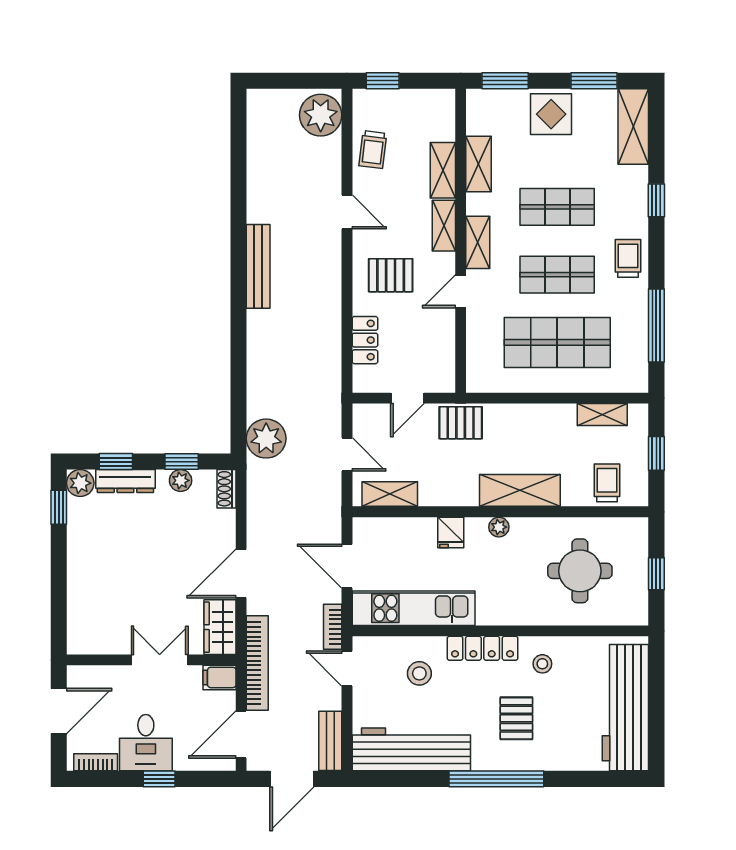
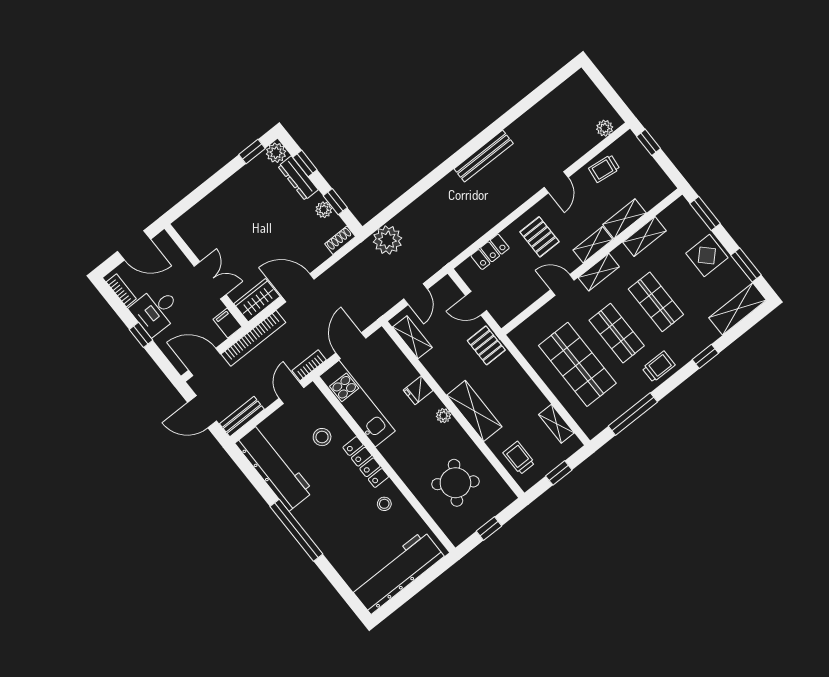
plant: (321, 115) -> (605, 128), width x0.53, depth x0.53
trolley: (607, 483) -> (519, 458), turned -90
round table: (580, 571) -> (455, 483), turned 34
pallet: (516, 718) -> (341, 514), removed

